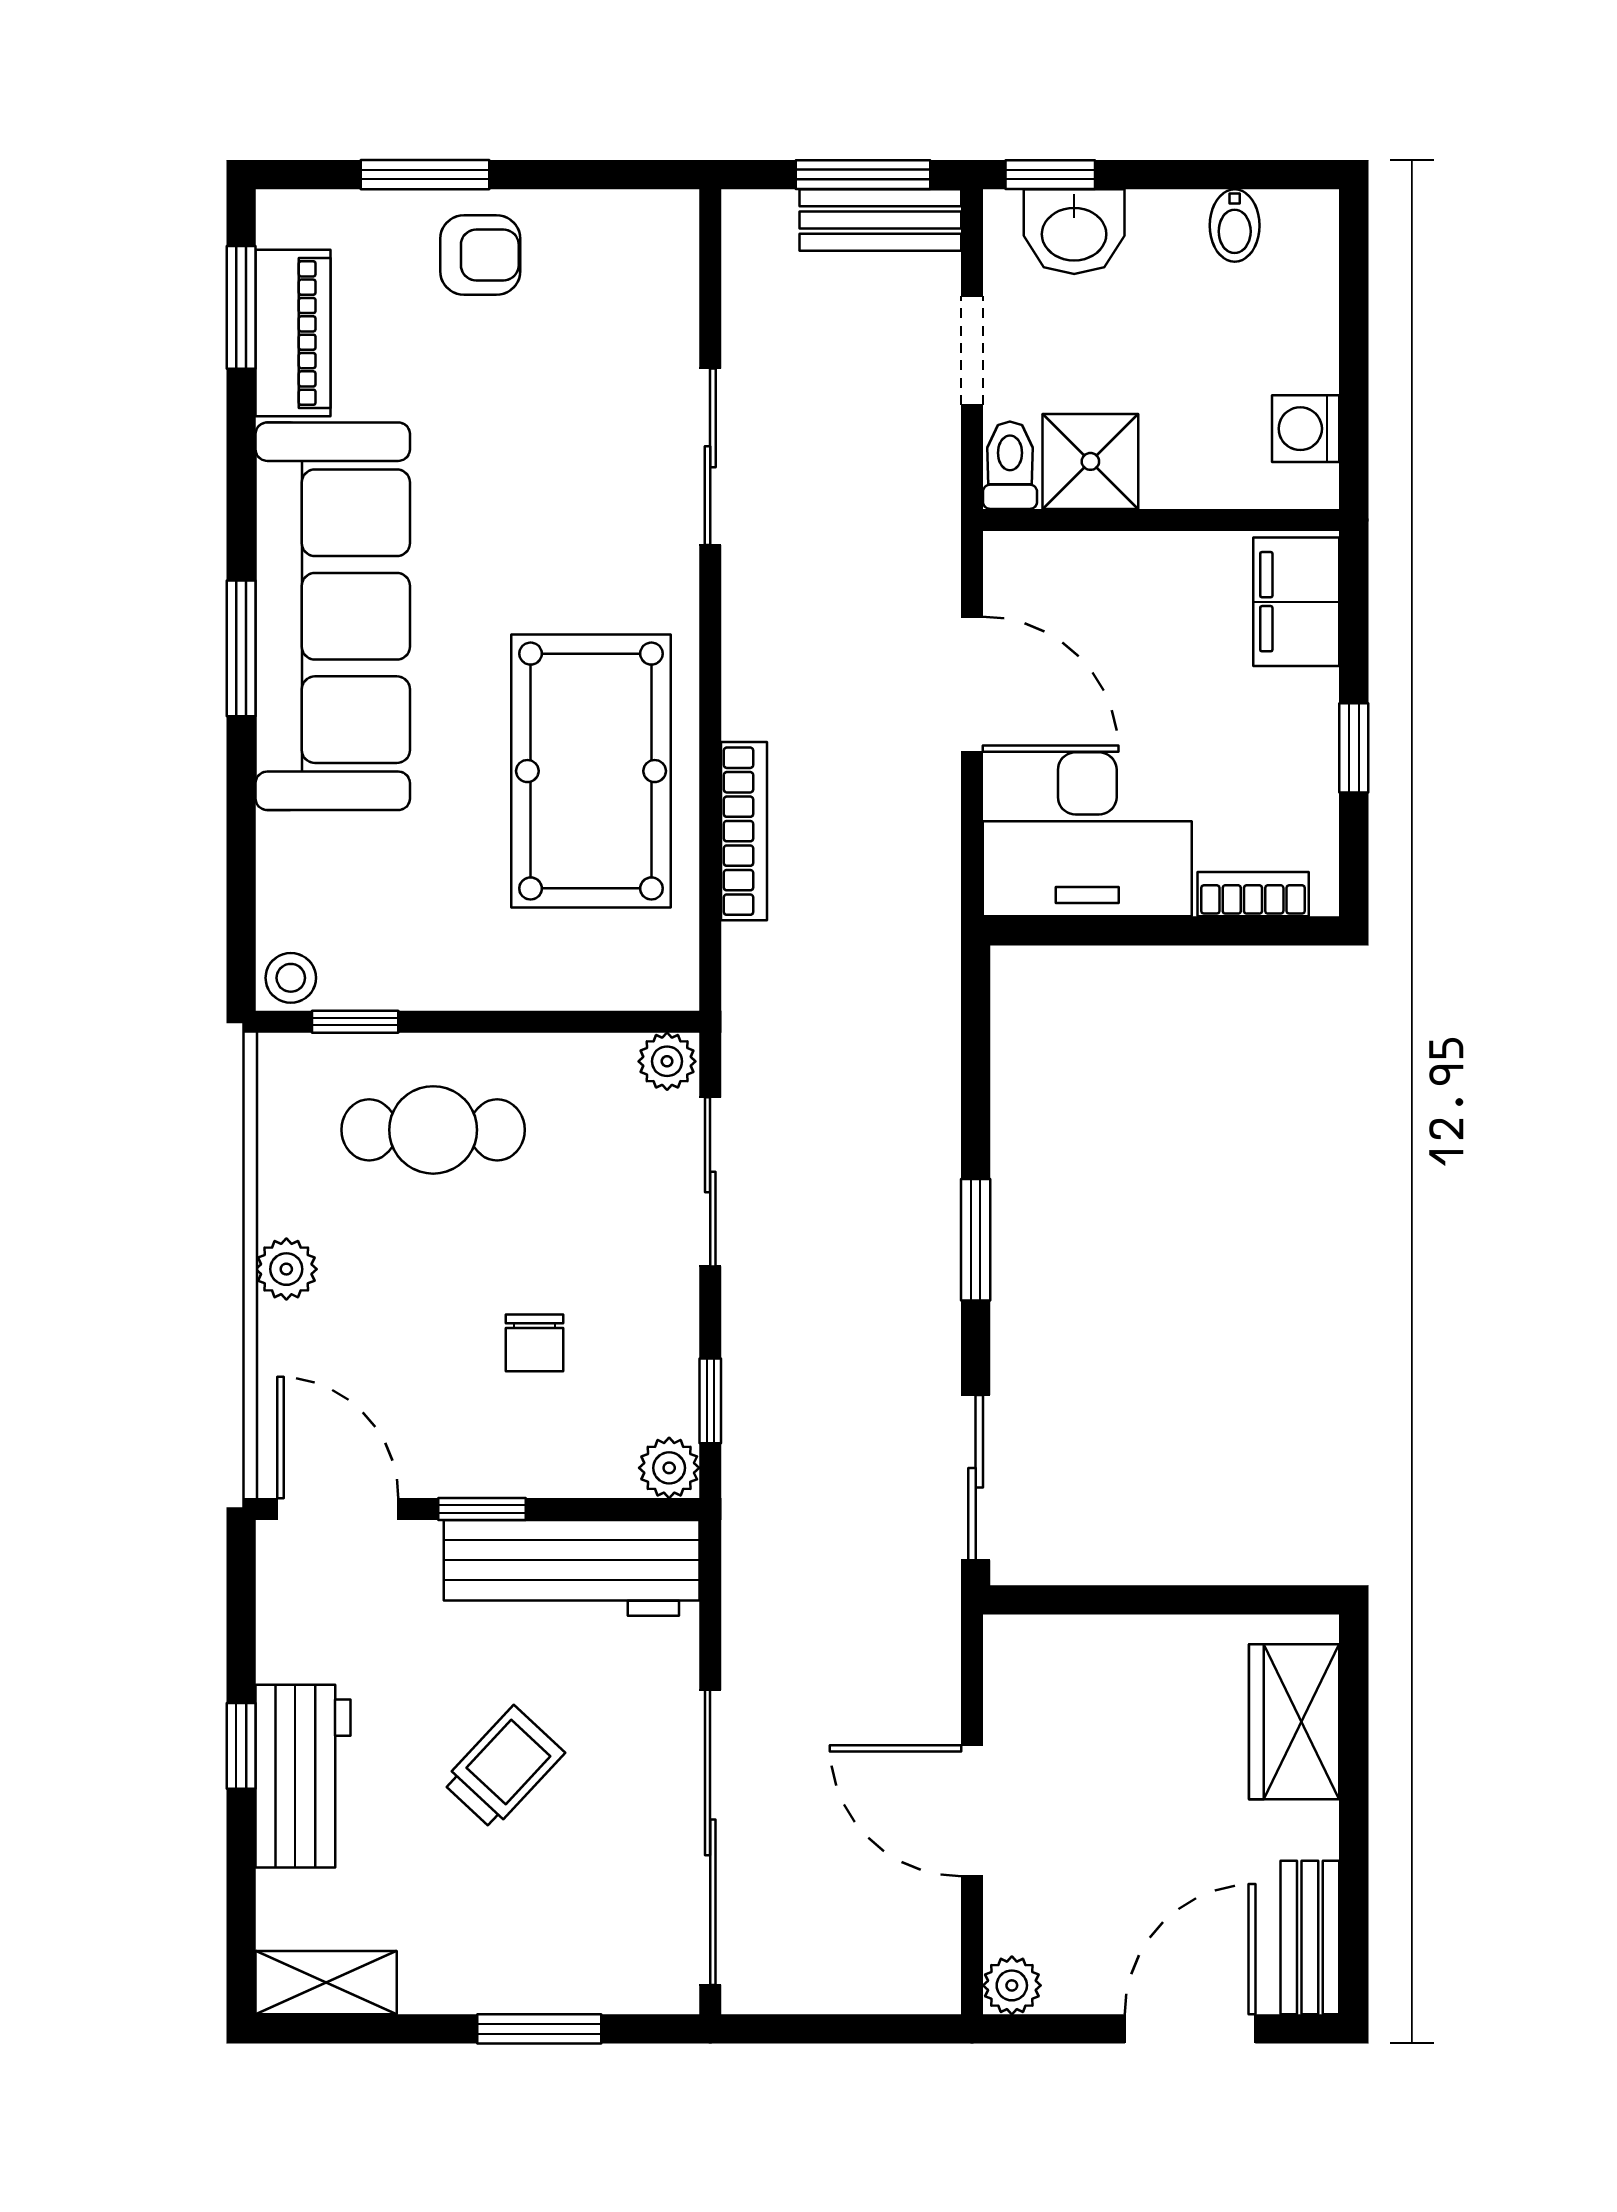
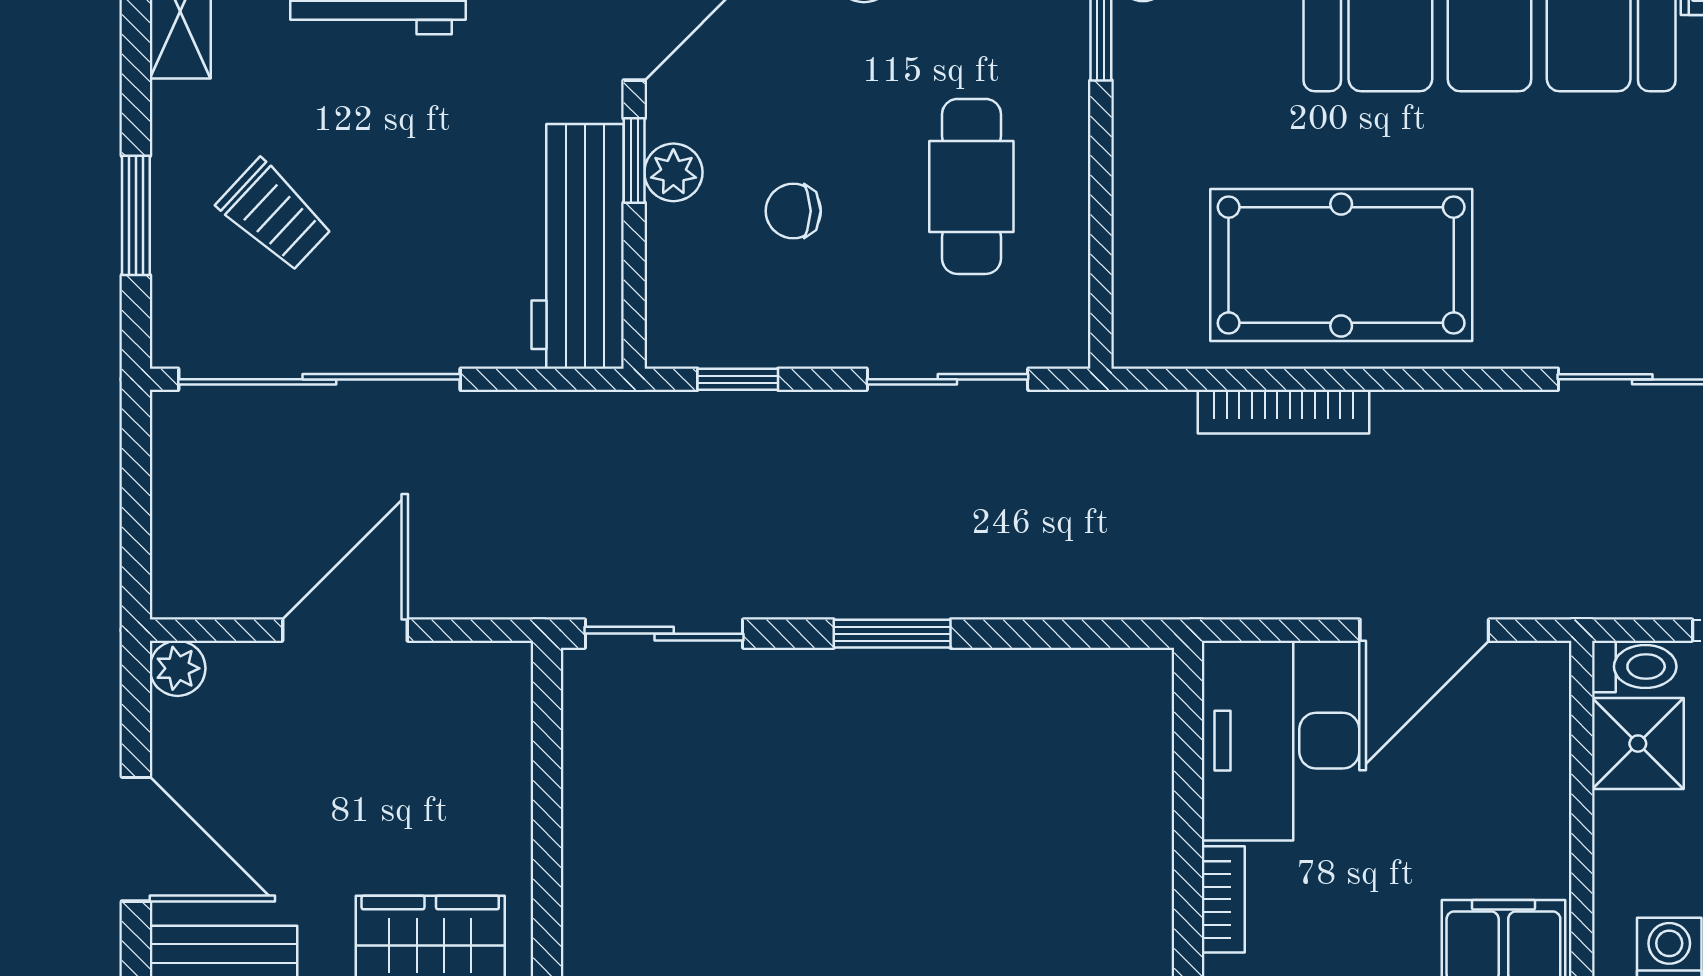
plant: (667, 1061) -> (1063, 338), removed
cafe table: (433, 1130) -> (971, 186), moved
plant: (669, 1468) -> (673, 172), moved
trolley: (503, 1767) -> (275, 215), moved

